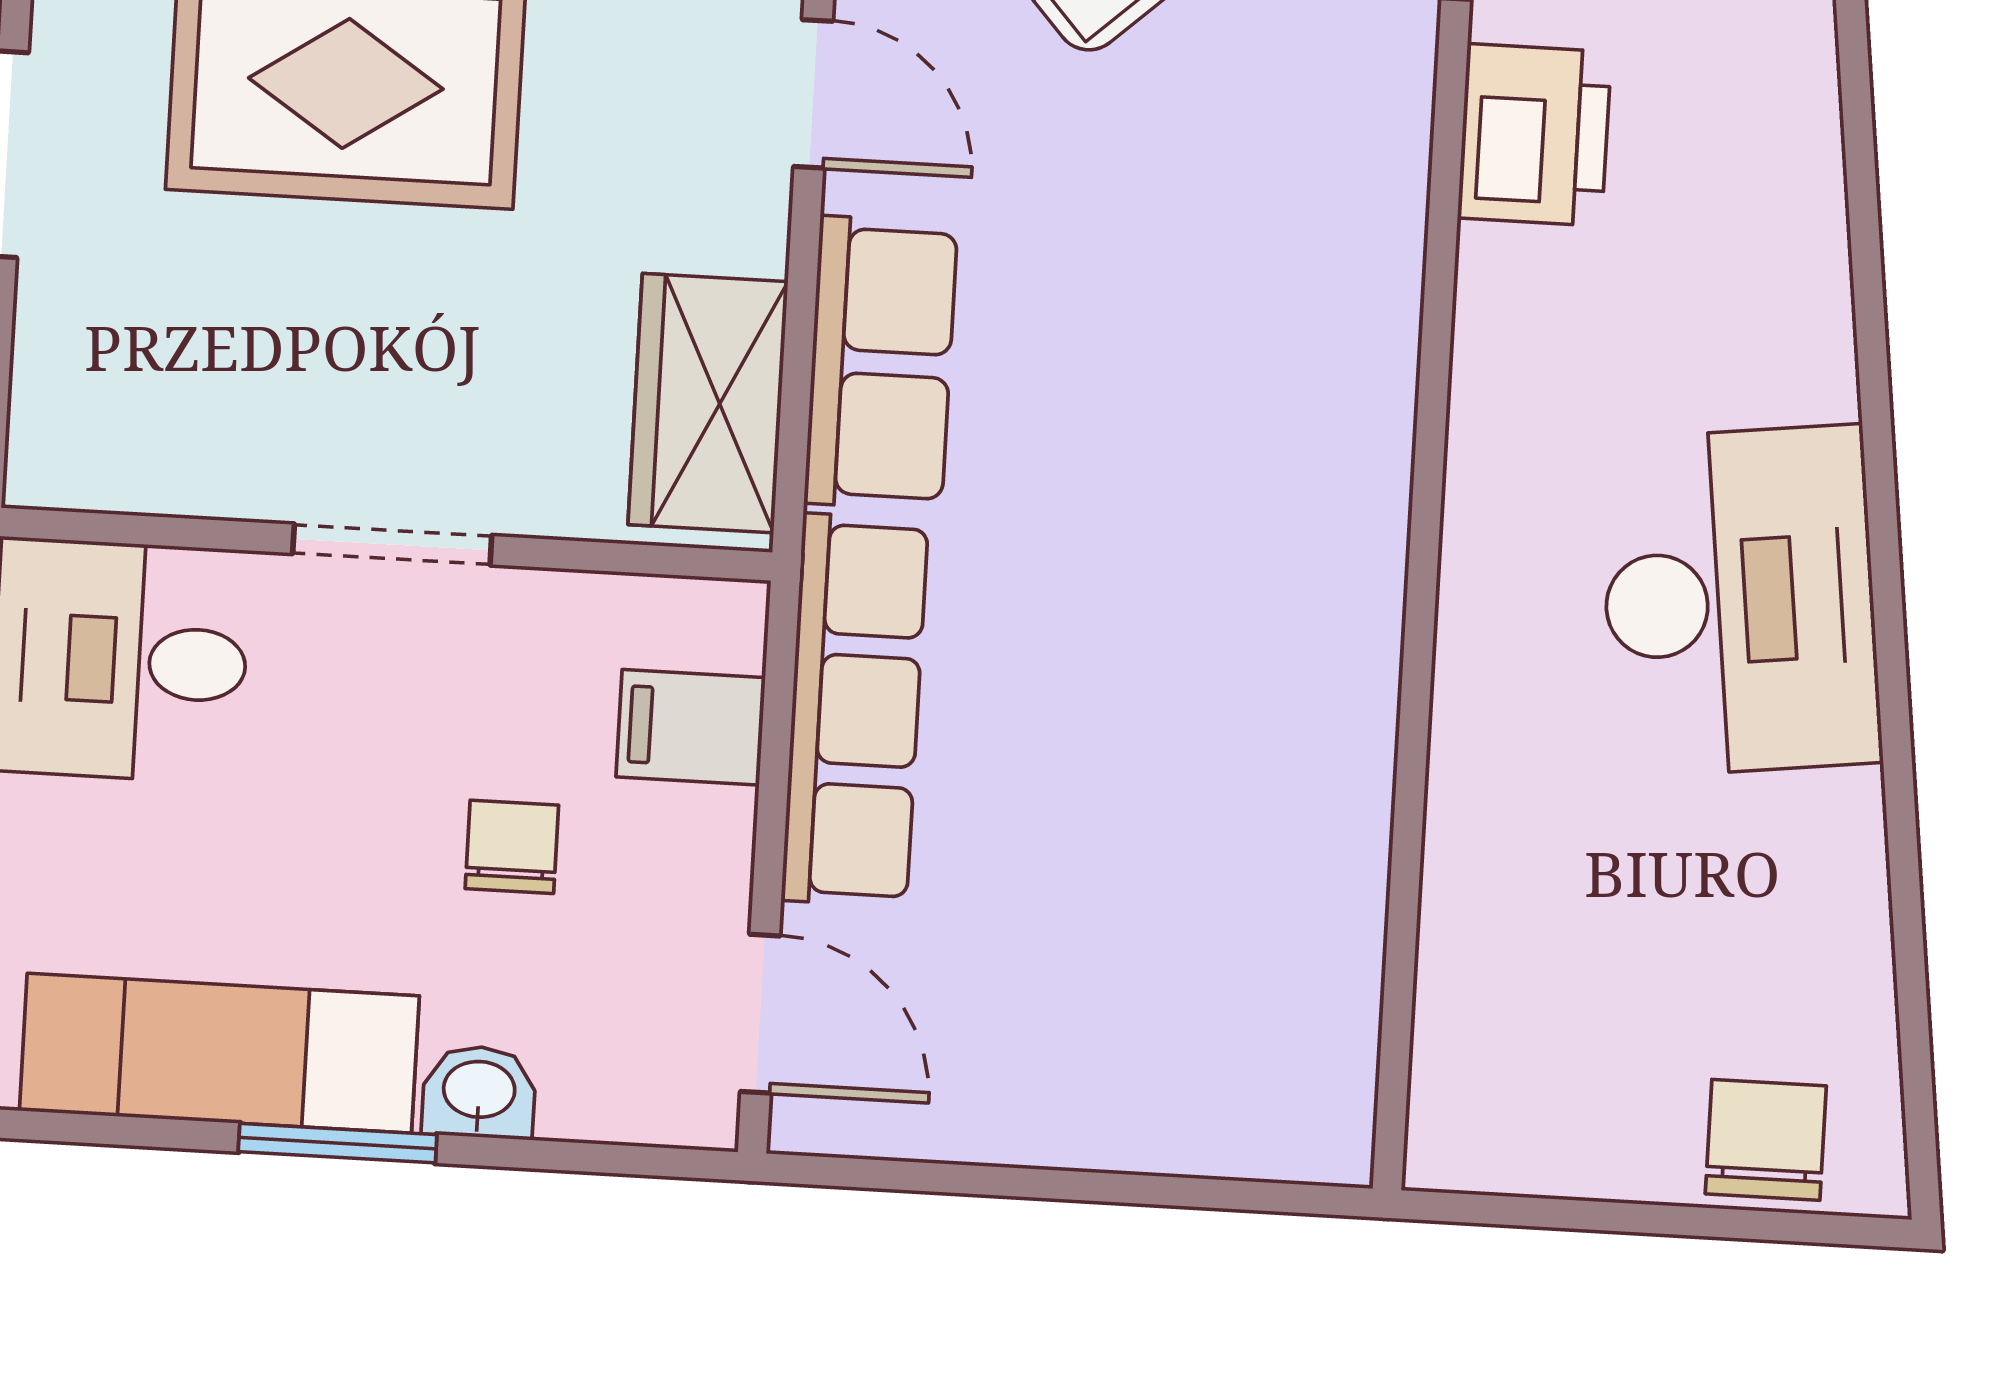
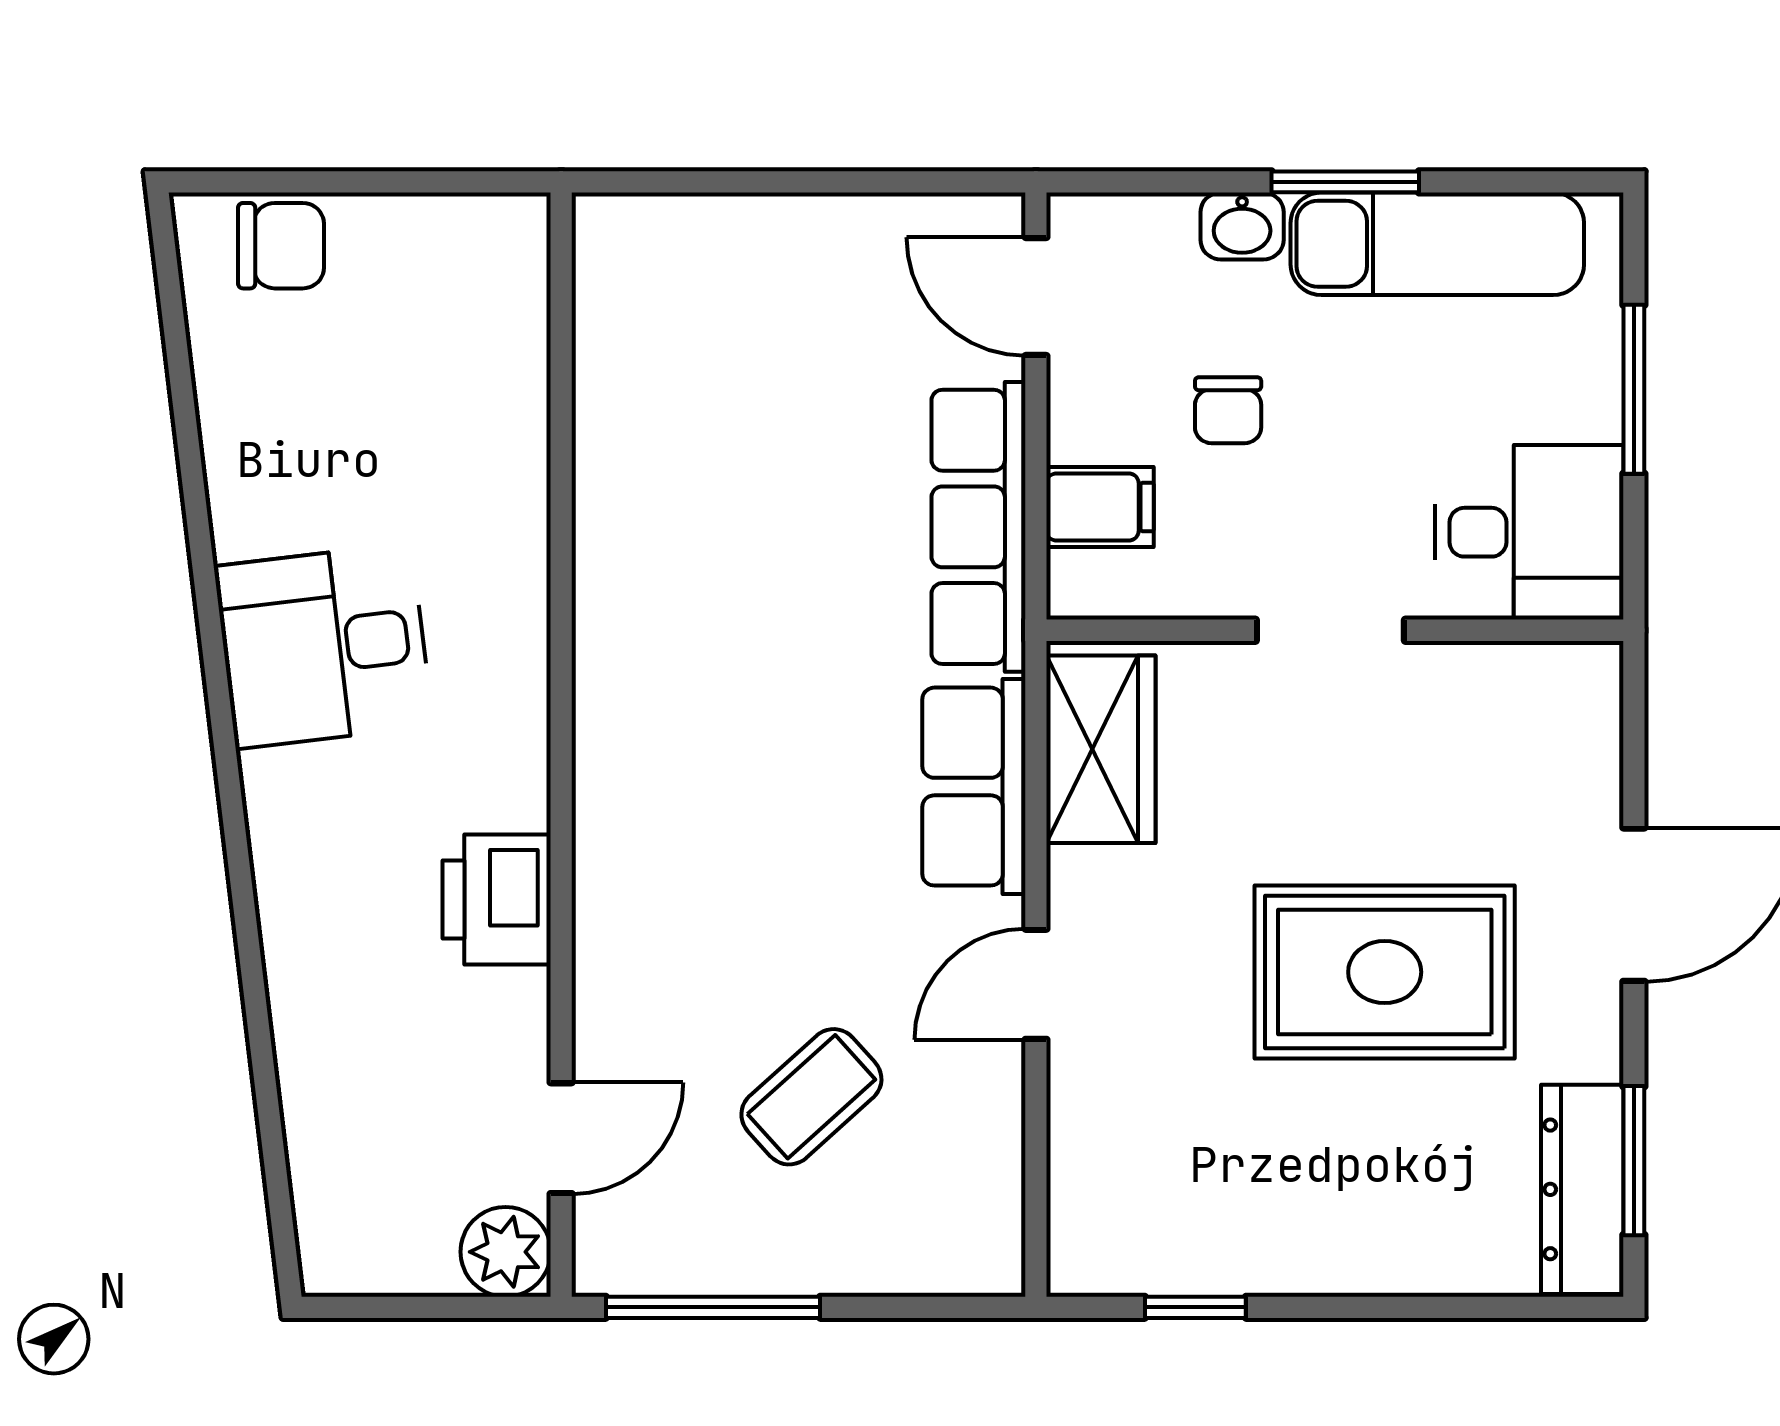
door: (813, 94) -> (1036, 984), hinge flipped
printer: (1534, 135) -> (497, 900), moved
desk: (1740, 601) -> (324, 646), width x0.73
chair: (1766, 1140) -> (281, 246), turned -90

